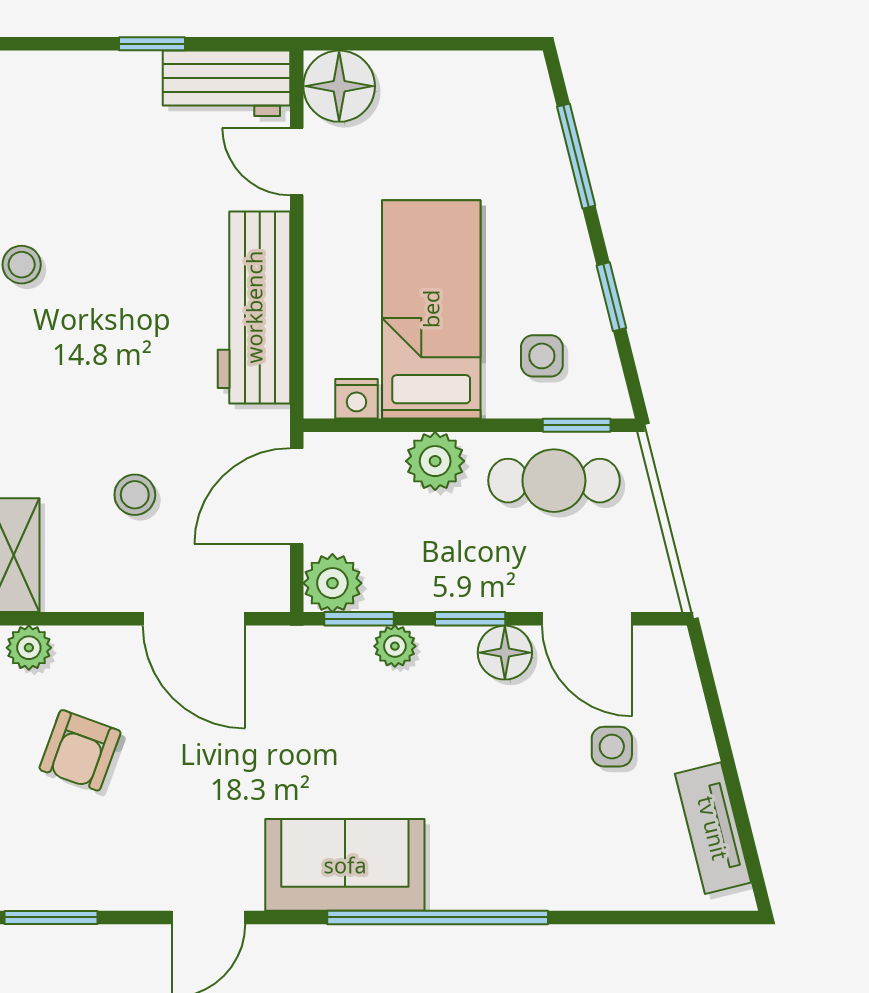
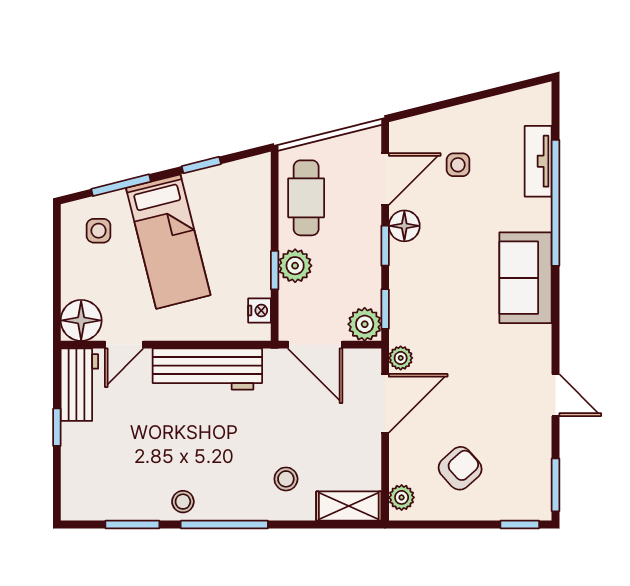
bed: (431, 309) -> (168, 242), moved, turned -104
side table: (542, 356) -> (99, 231), moved
window: (577, 425) -> (275, 270), moved
stool: (135, 495) -> (286, 479), moved
plant: (395, 646) -> (401, 358), moved
armchair: (80, 750) -> (460, 468), turned -62
tv unit: (713, 828) -> (538, 161), moved, turned 104
sofa: (345, 865) -> (525, 278), moved
window: (438, 917) -> (555, 203), moved

